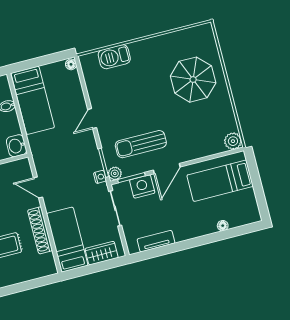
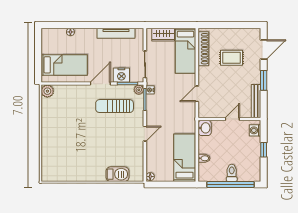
parasol: (193, 80) -> (65, 143), removed
sun lounger: (141, 144) -> (115, 106), turned 180
door: (38, 188) -> (197, 94), swing flipped
shoe rack: (40, 230) -> (203, 49), moved
tv unit: (156, 241) -> (116, 33), width x1.41

